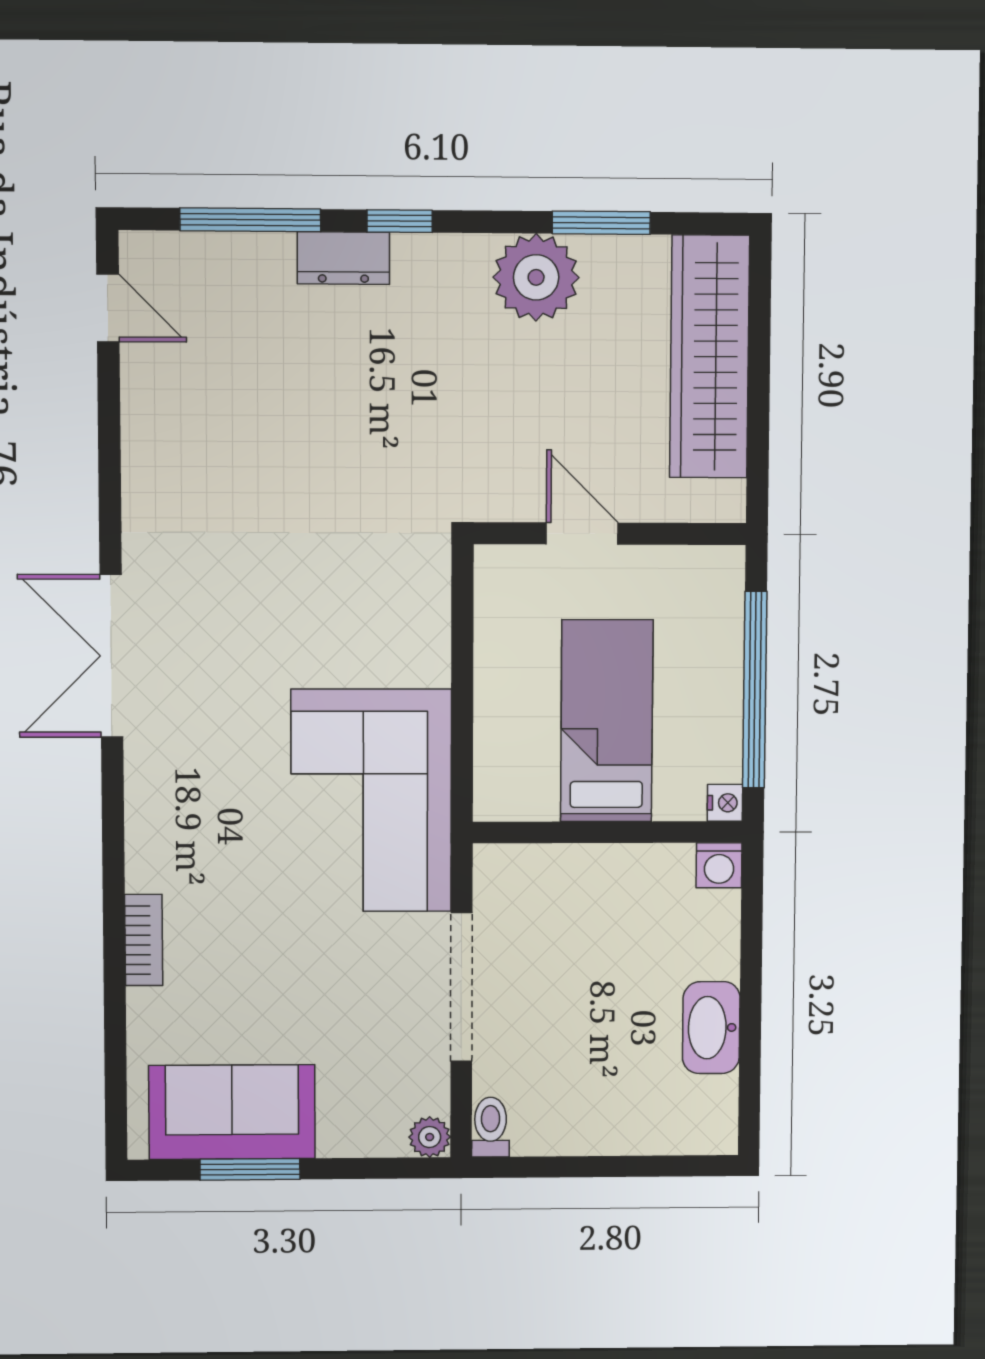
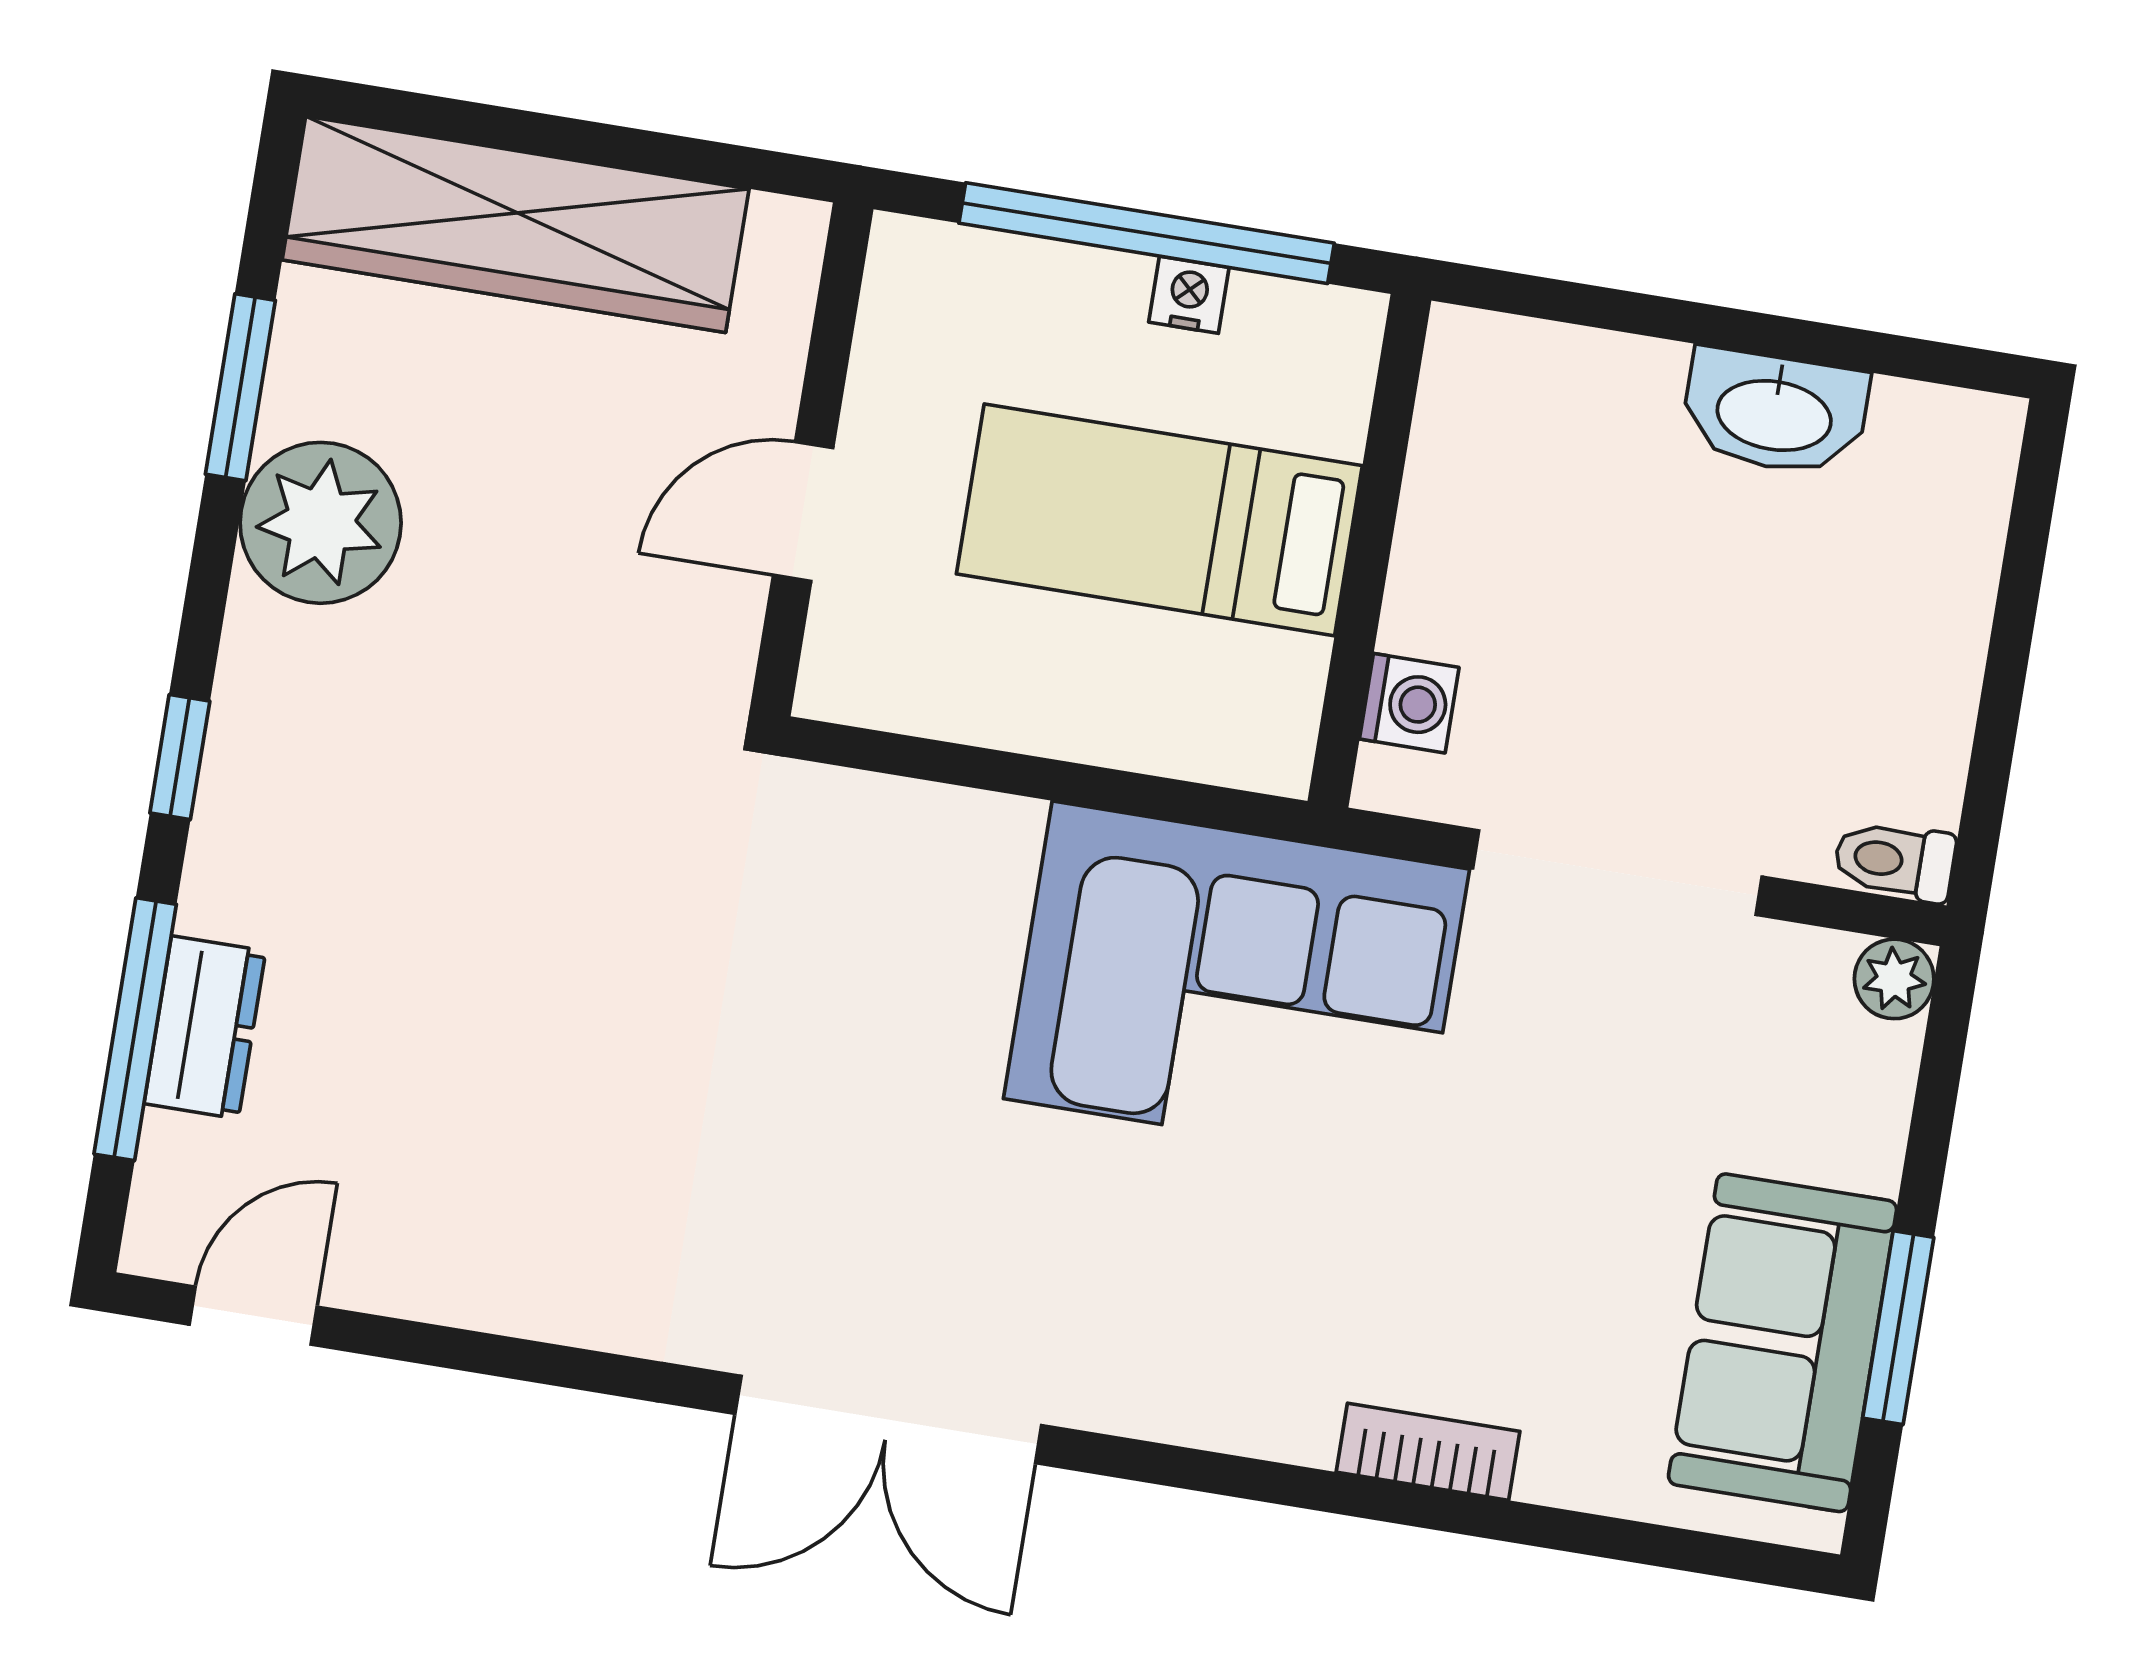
dresser: (343, 258) -> (205, 1027), moved
nightstand: (725, 803) -> (1189, 295), moved
washing machine: (719, 865) -> (1409, 703), moved

